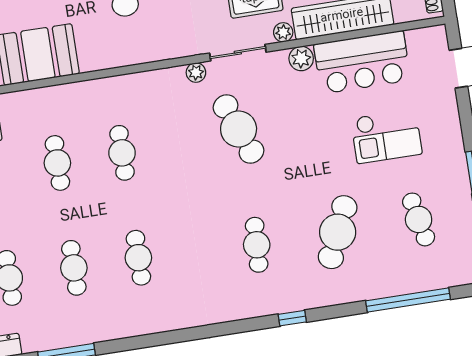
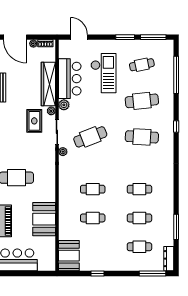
checkout: (386, 136) -> (103, 73), width x1.36, depth x1.21
cafe table: (338, 232) -> (142, 101), turned -30
cafe table: (257, 245) -> (142, 137), width x1.37, depth x1.35

